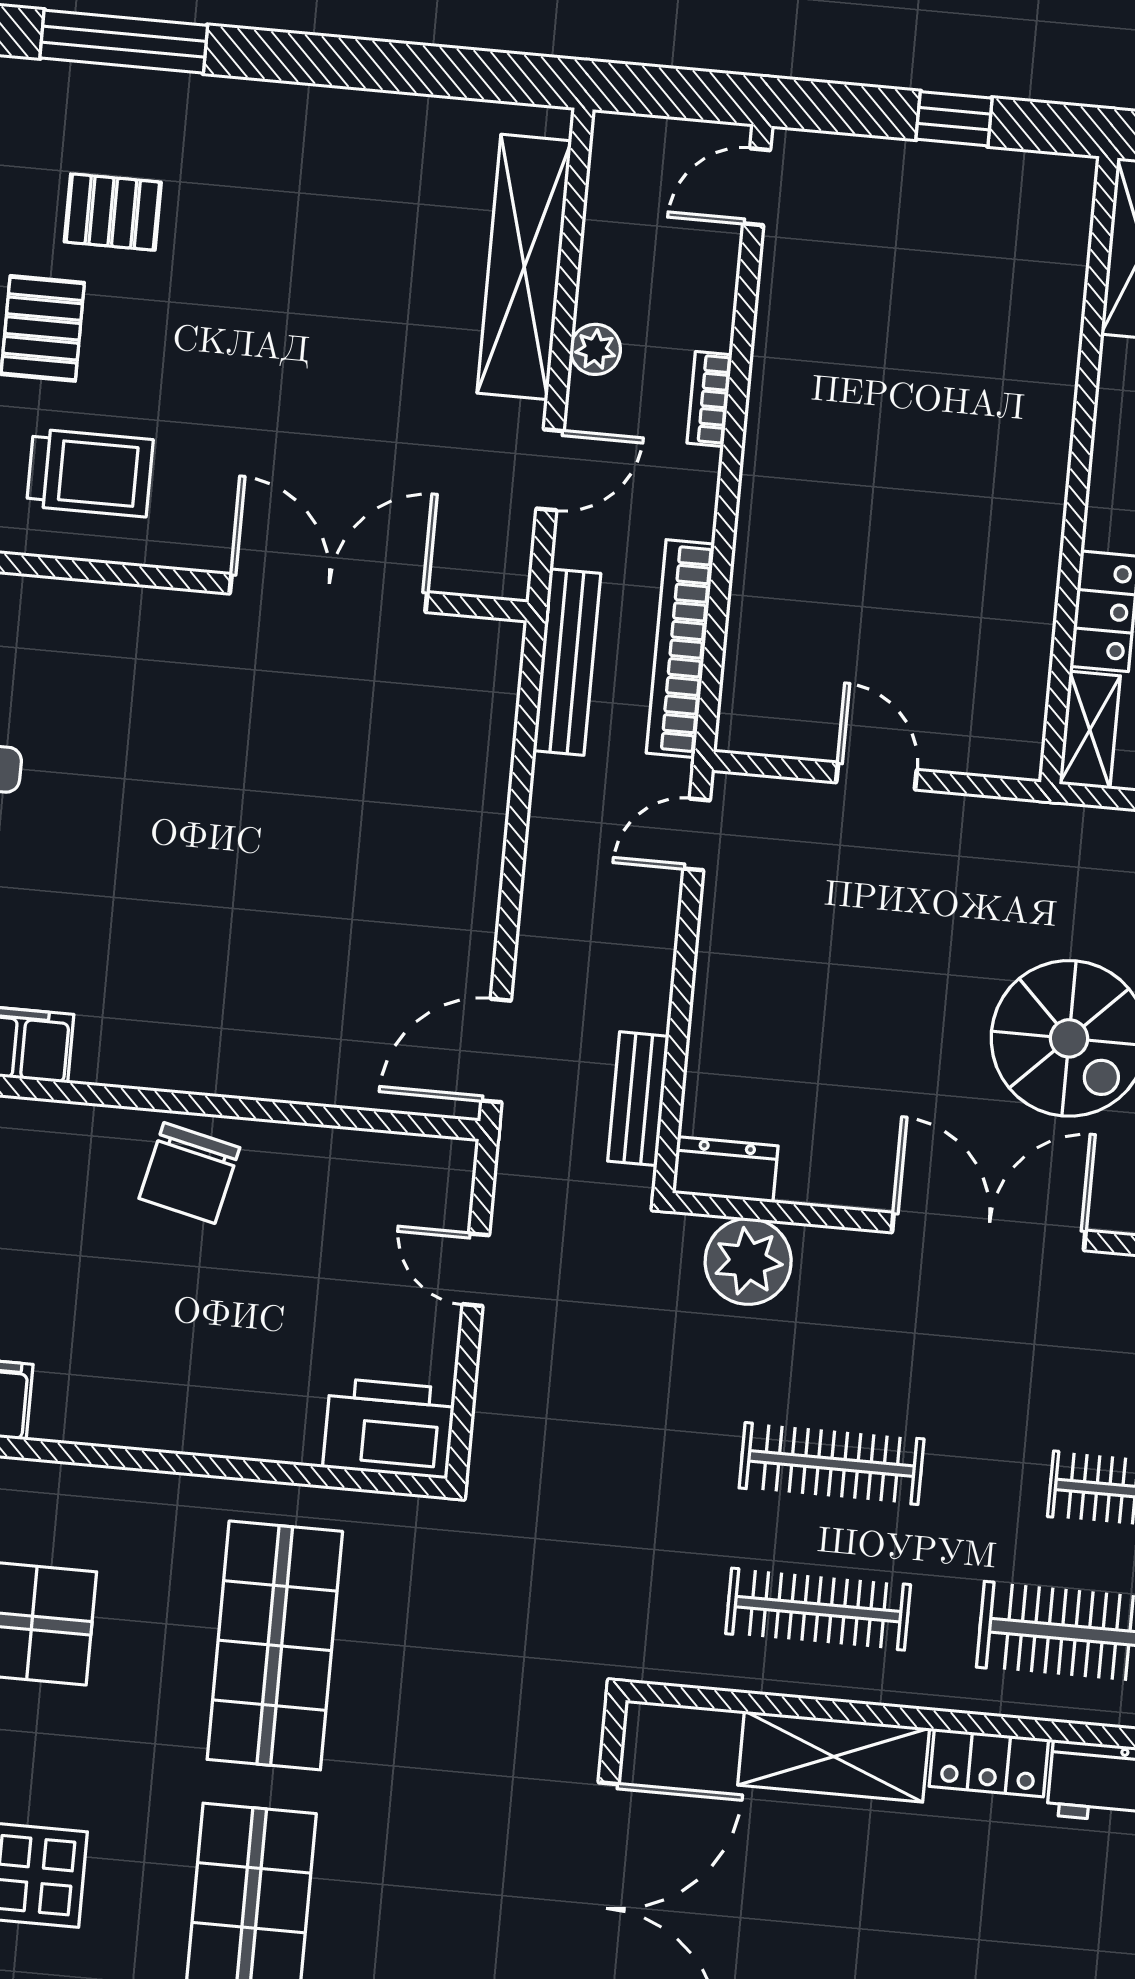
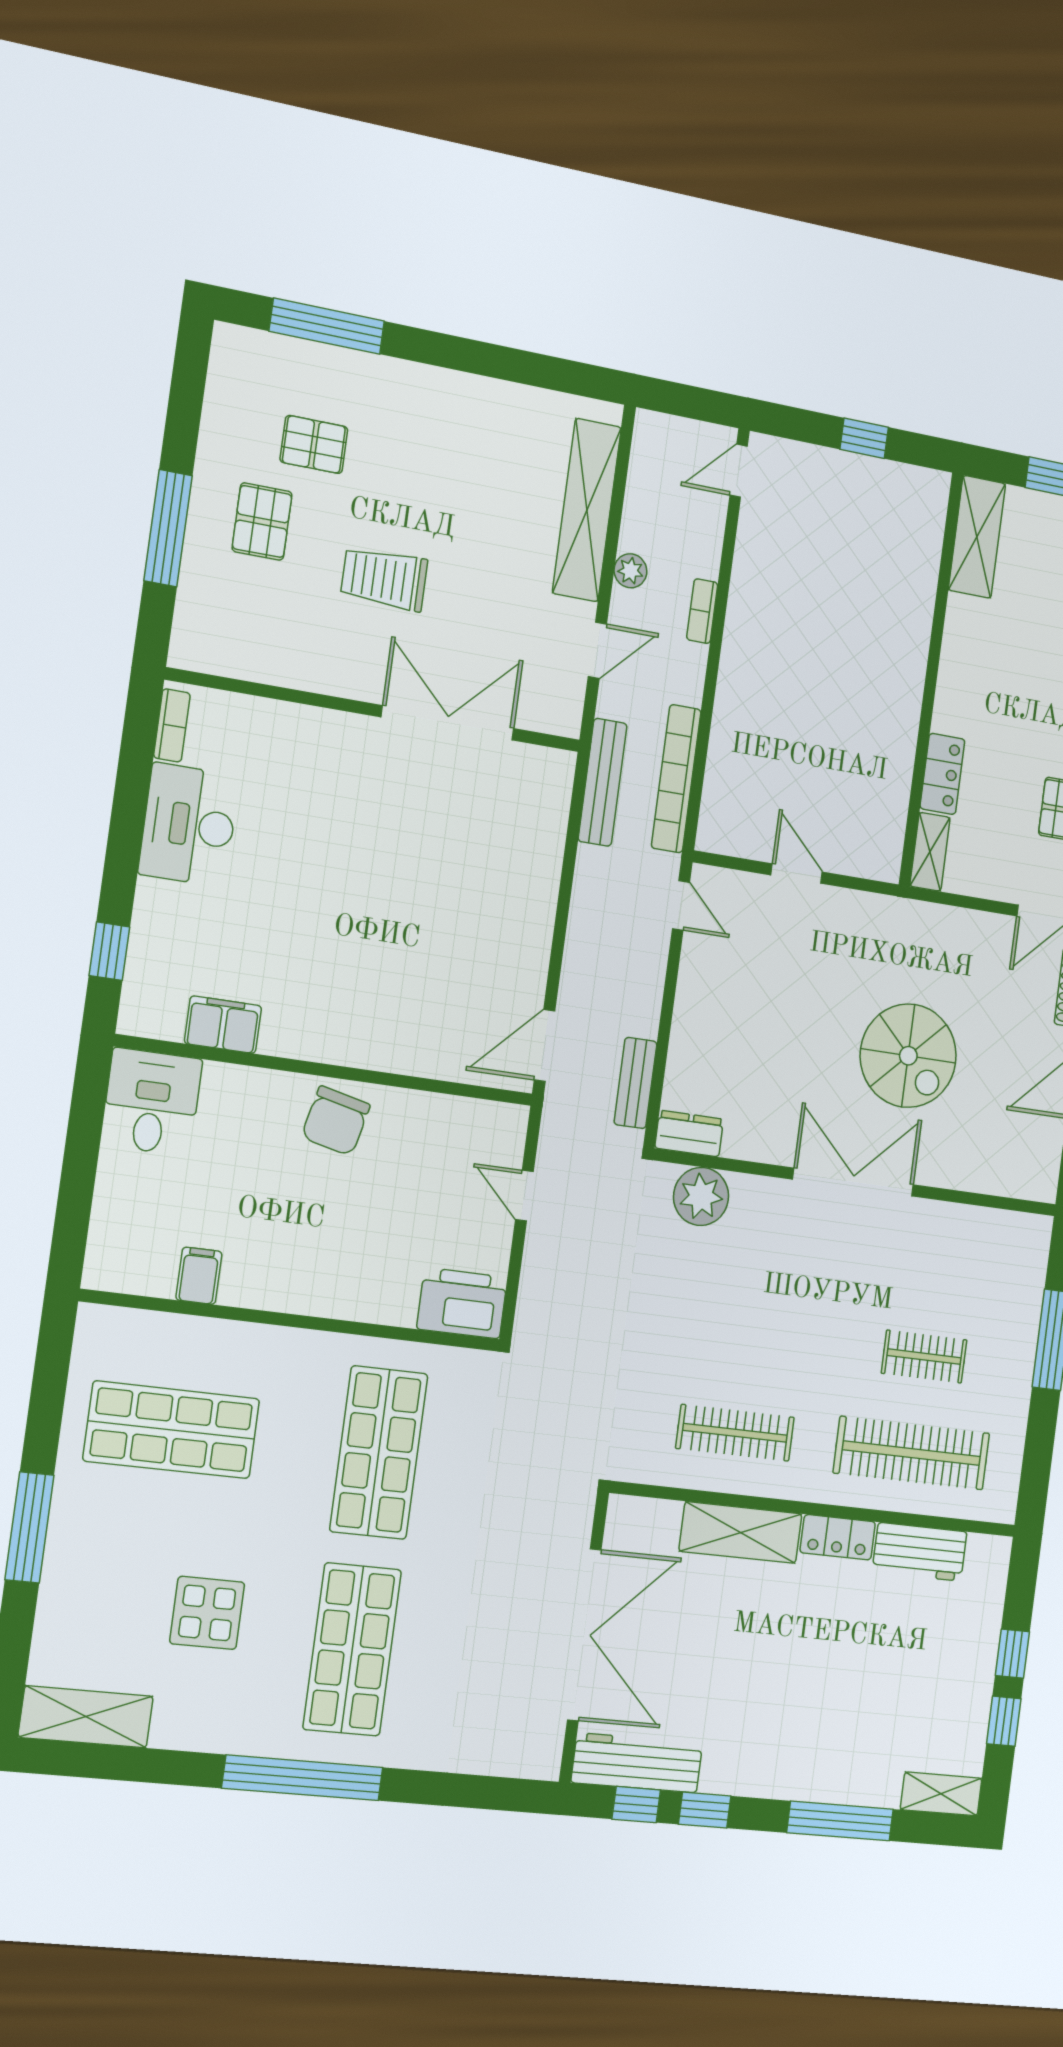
trolley: (90, 473) -> (384, 579), moved, turned 180
door: (697, 834) -> (681, 905), swing flipped
clothes rail: (832, 1463) -> (748, 1335), removed

